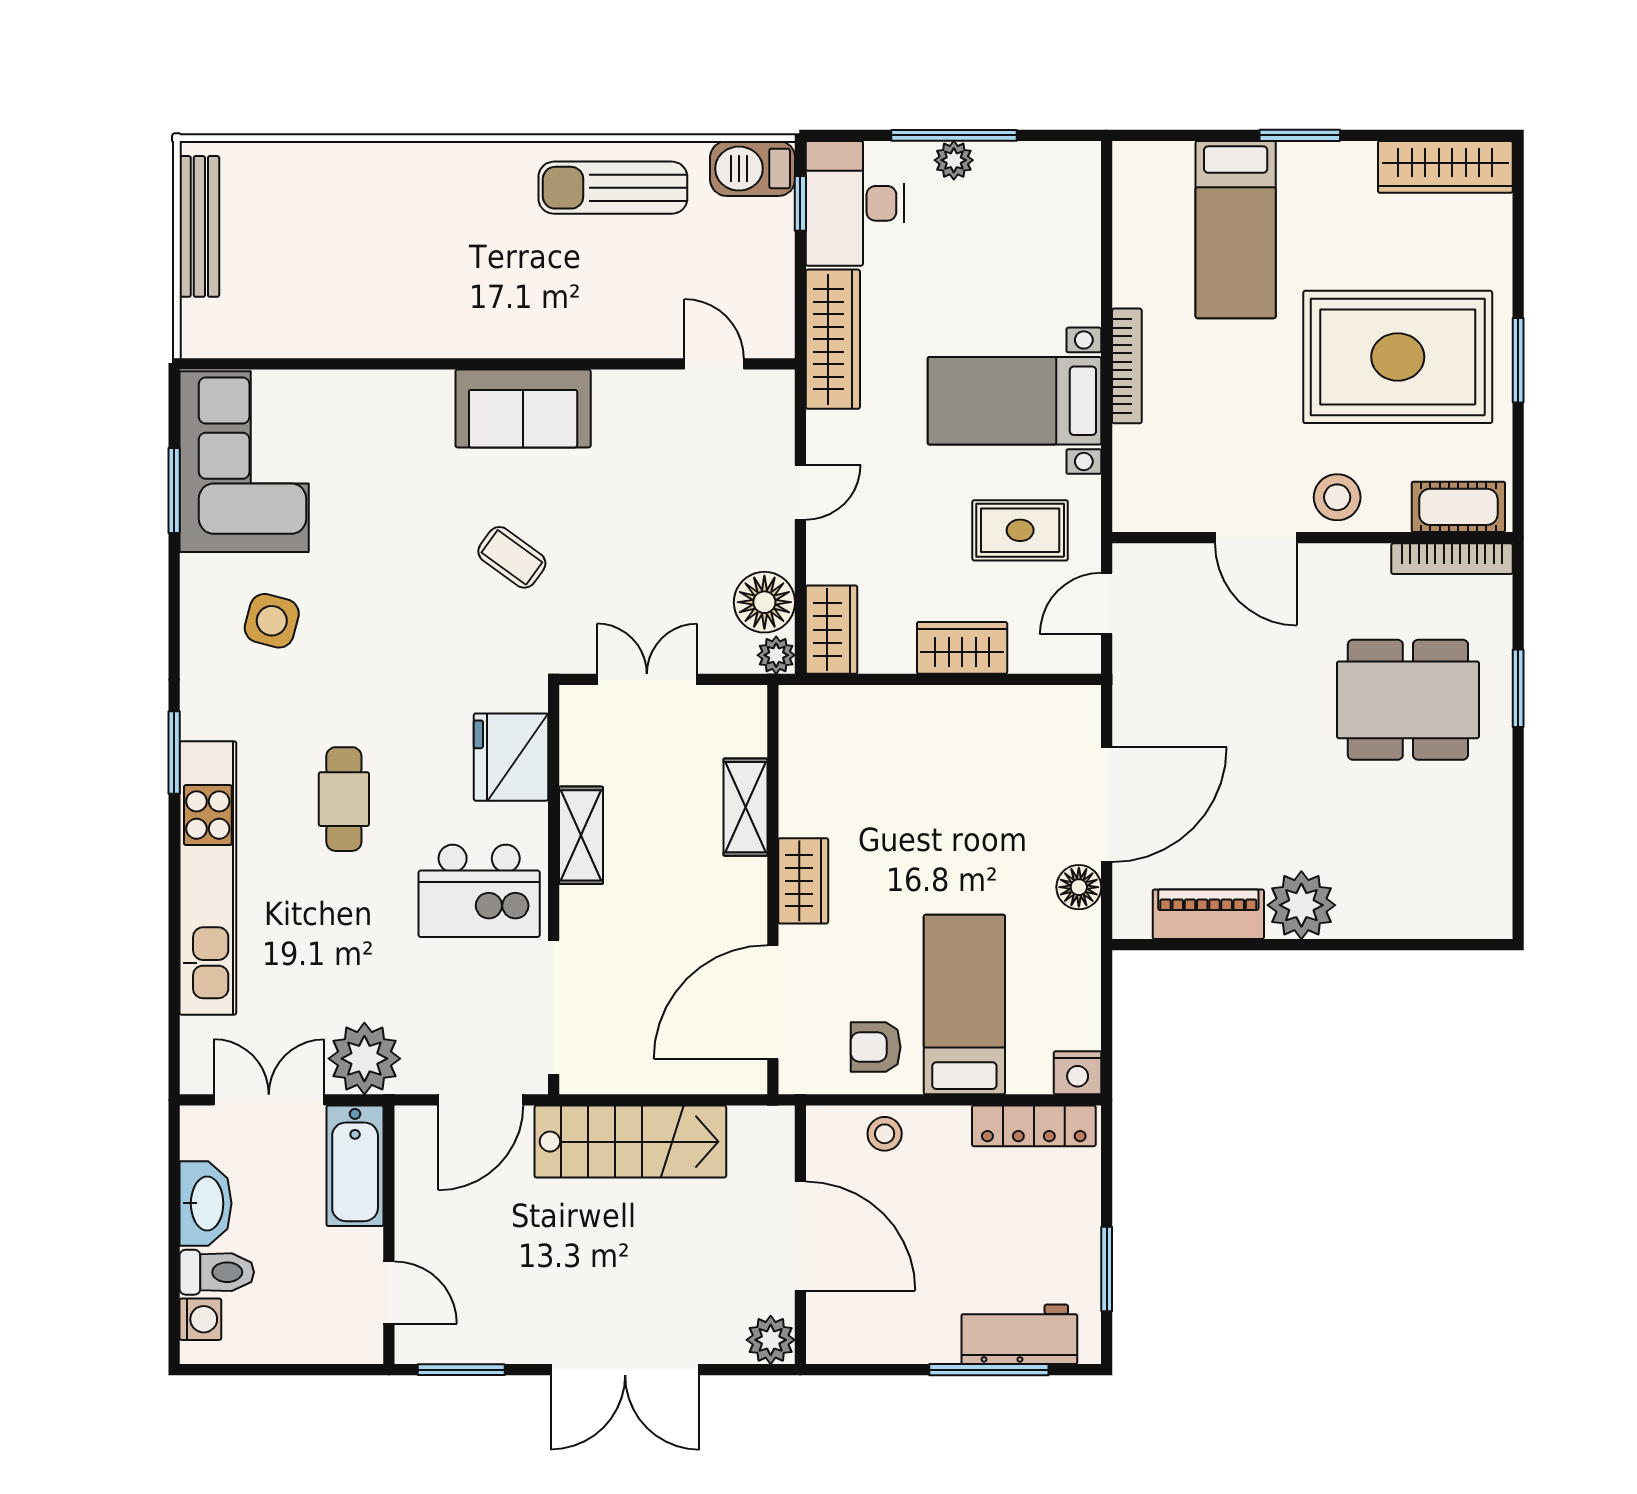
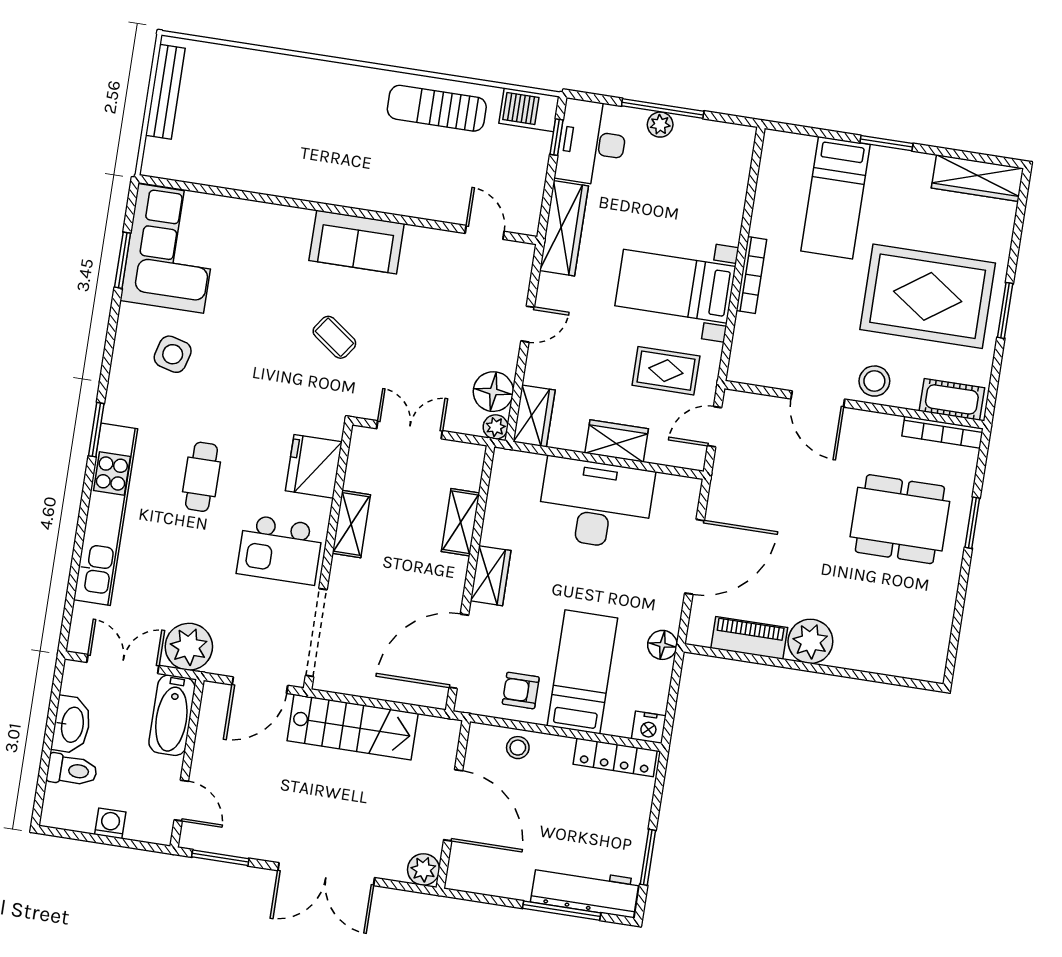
desk: (945, 747) -> (596, 504), added
floor lamp: (1079, 887) -> (662, 645), moved
washing machine: (200, 1319) -> (110, 823), moved, turned -90
workbench: (1019, 1334) -> (585, 891), width x1.38

